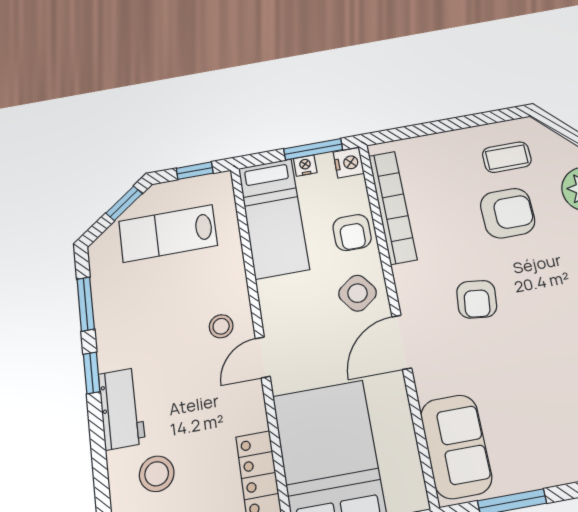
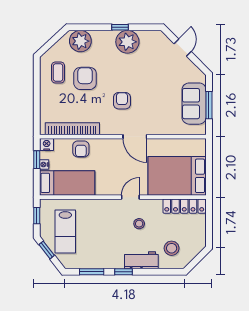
window: (313, 149) -> (37, 160), width x0.67
armchair: (352, 232) -> (81, 149), turned 90
side table: (357, 293) -> (109, 152), removed
armchair: (477, 299) -> (122, 101), turned -97
stool: (221, 326) -> (139, 224), moved
door: (263, 357) -> (130, 197), swing flipped
sofa: (456, 446) -> (194, 104), moved, turned -90

